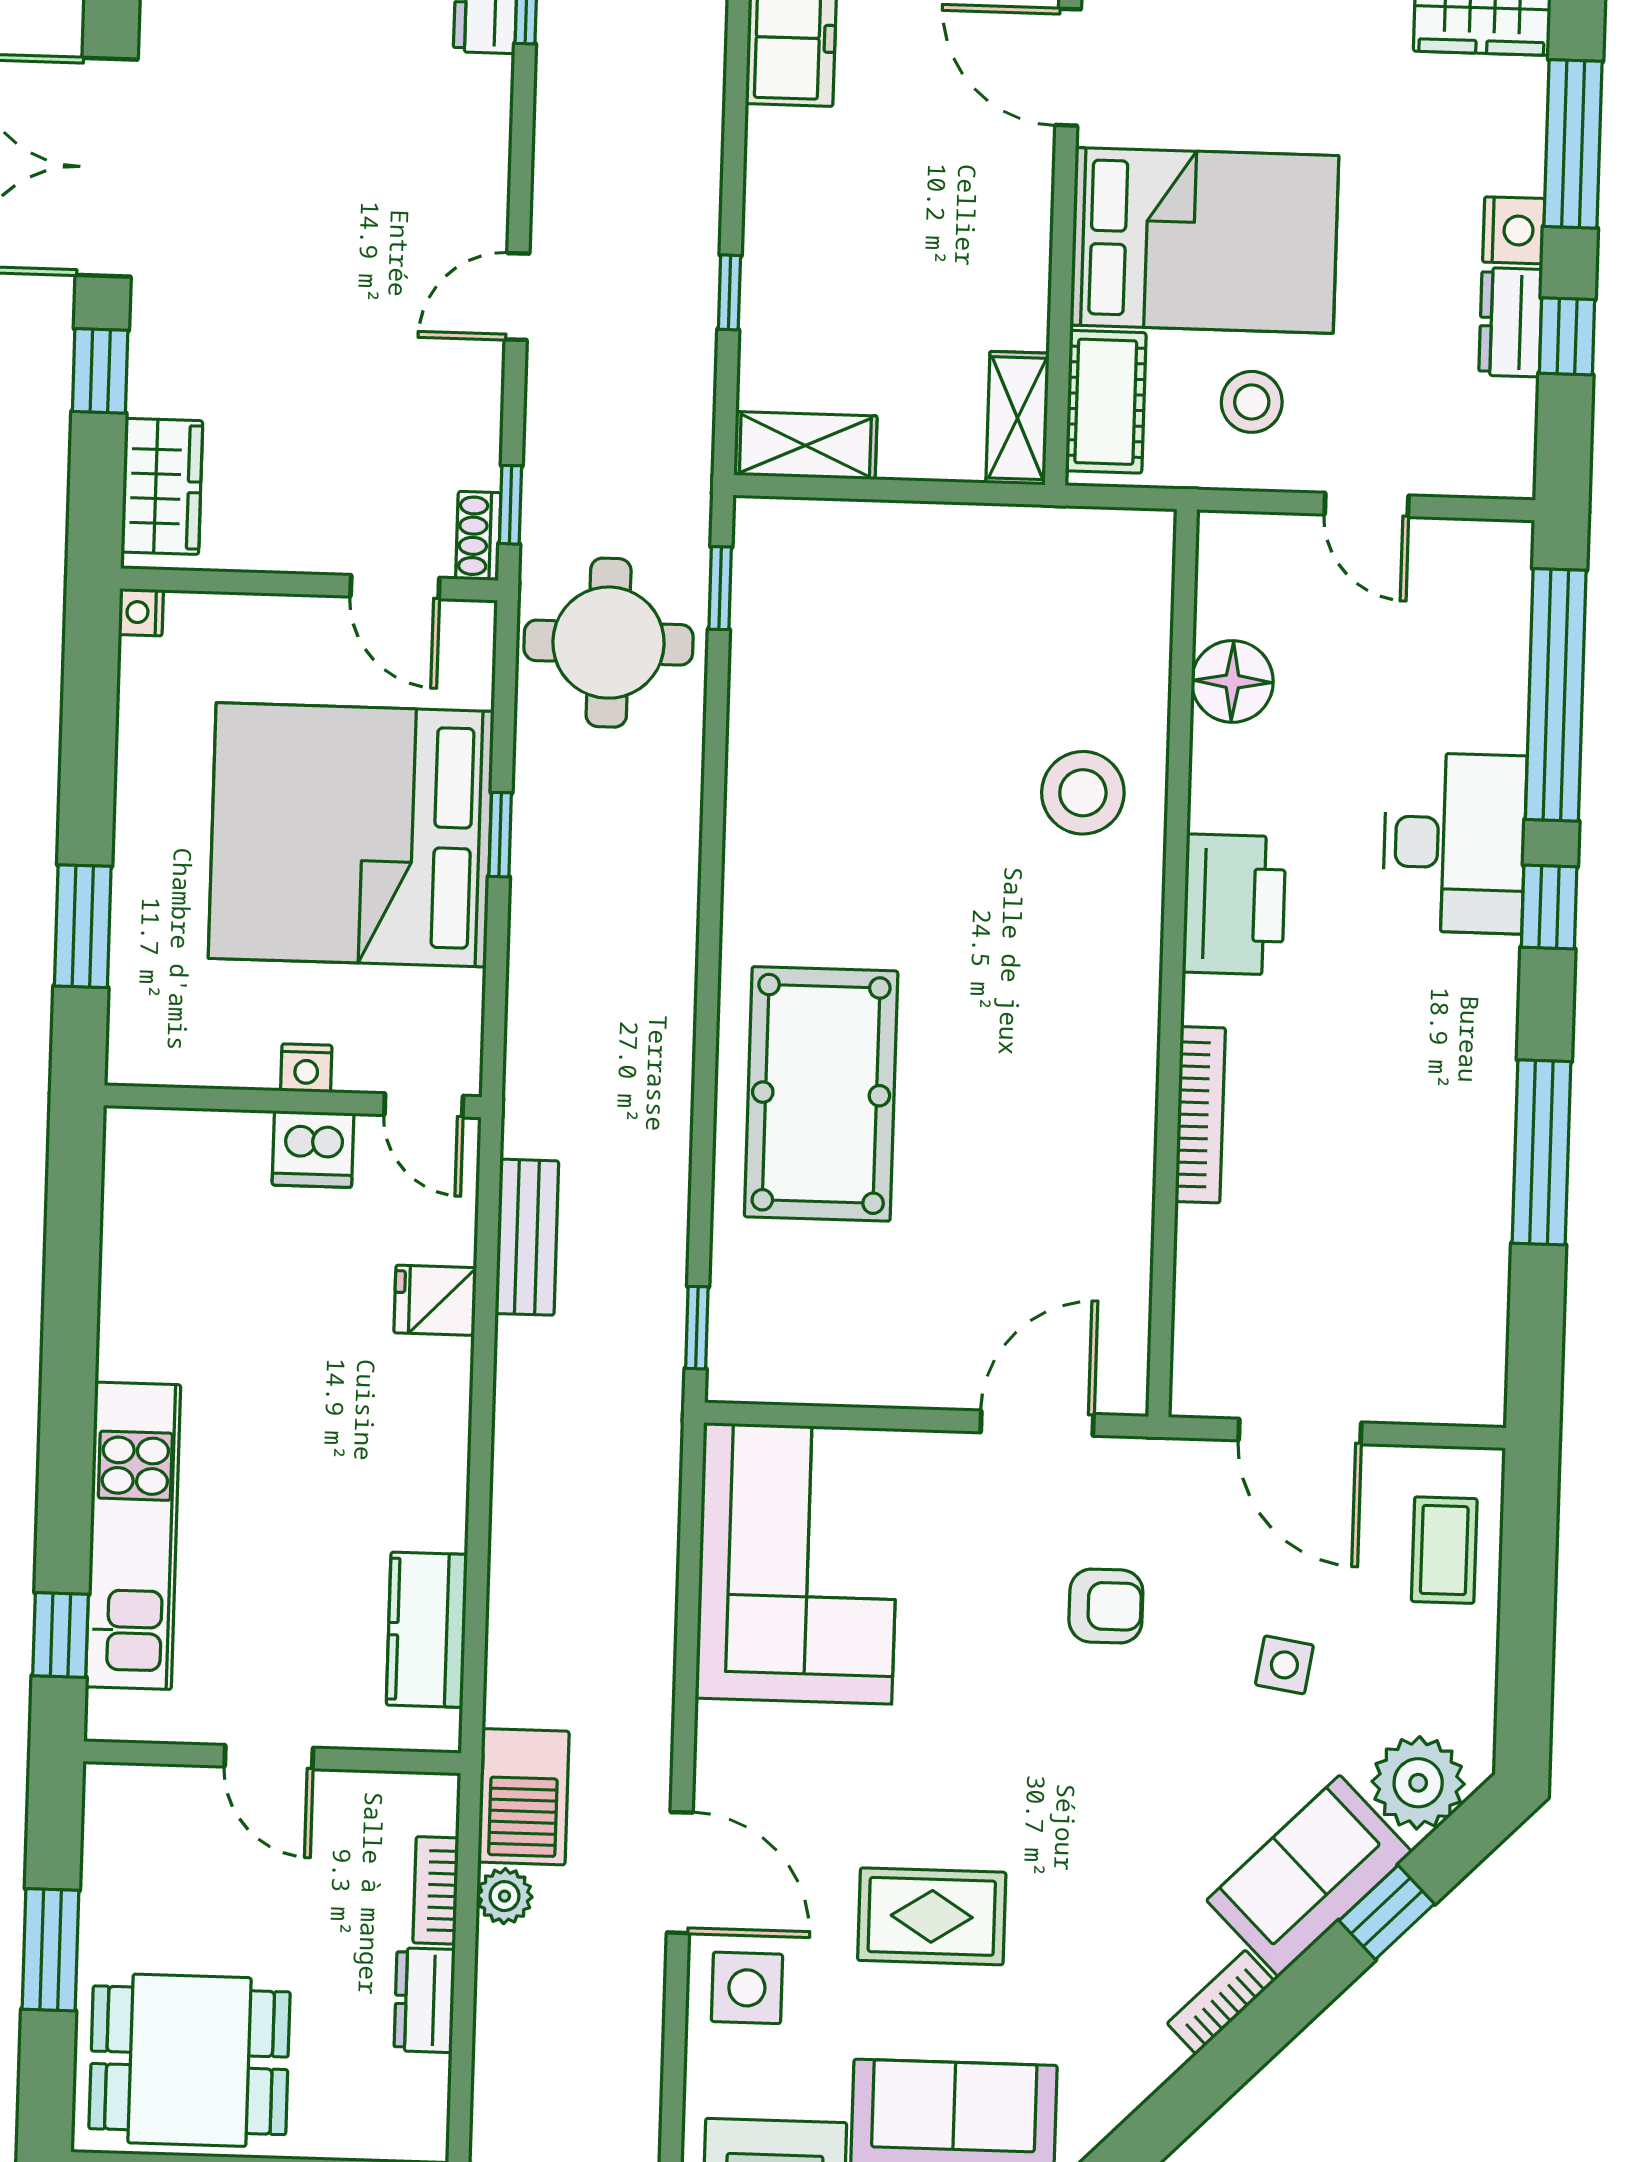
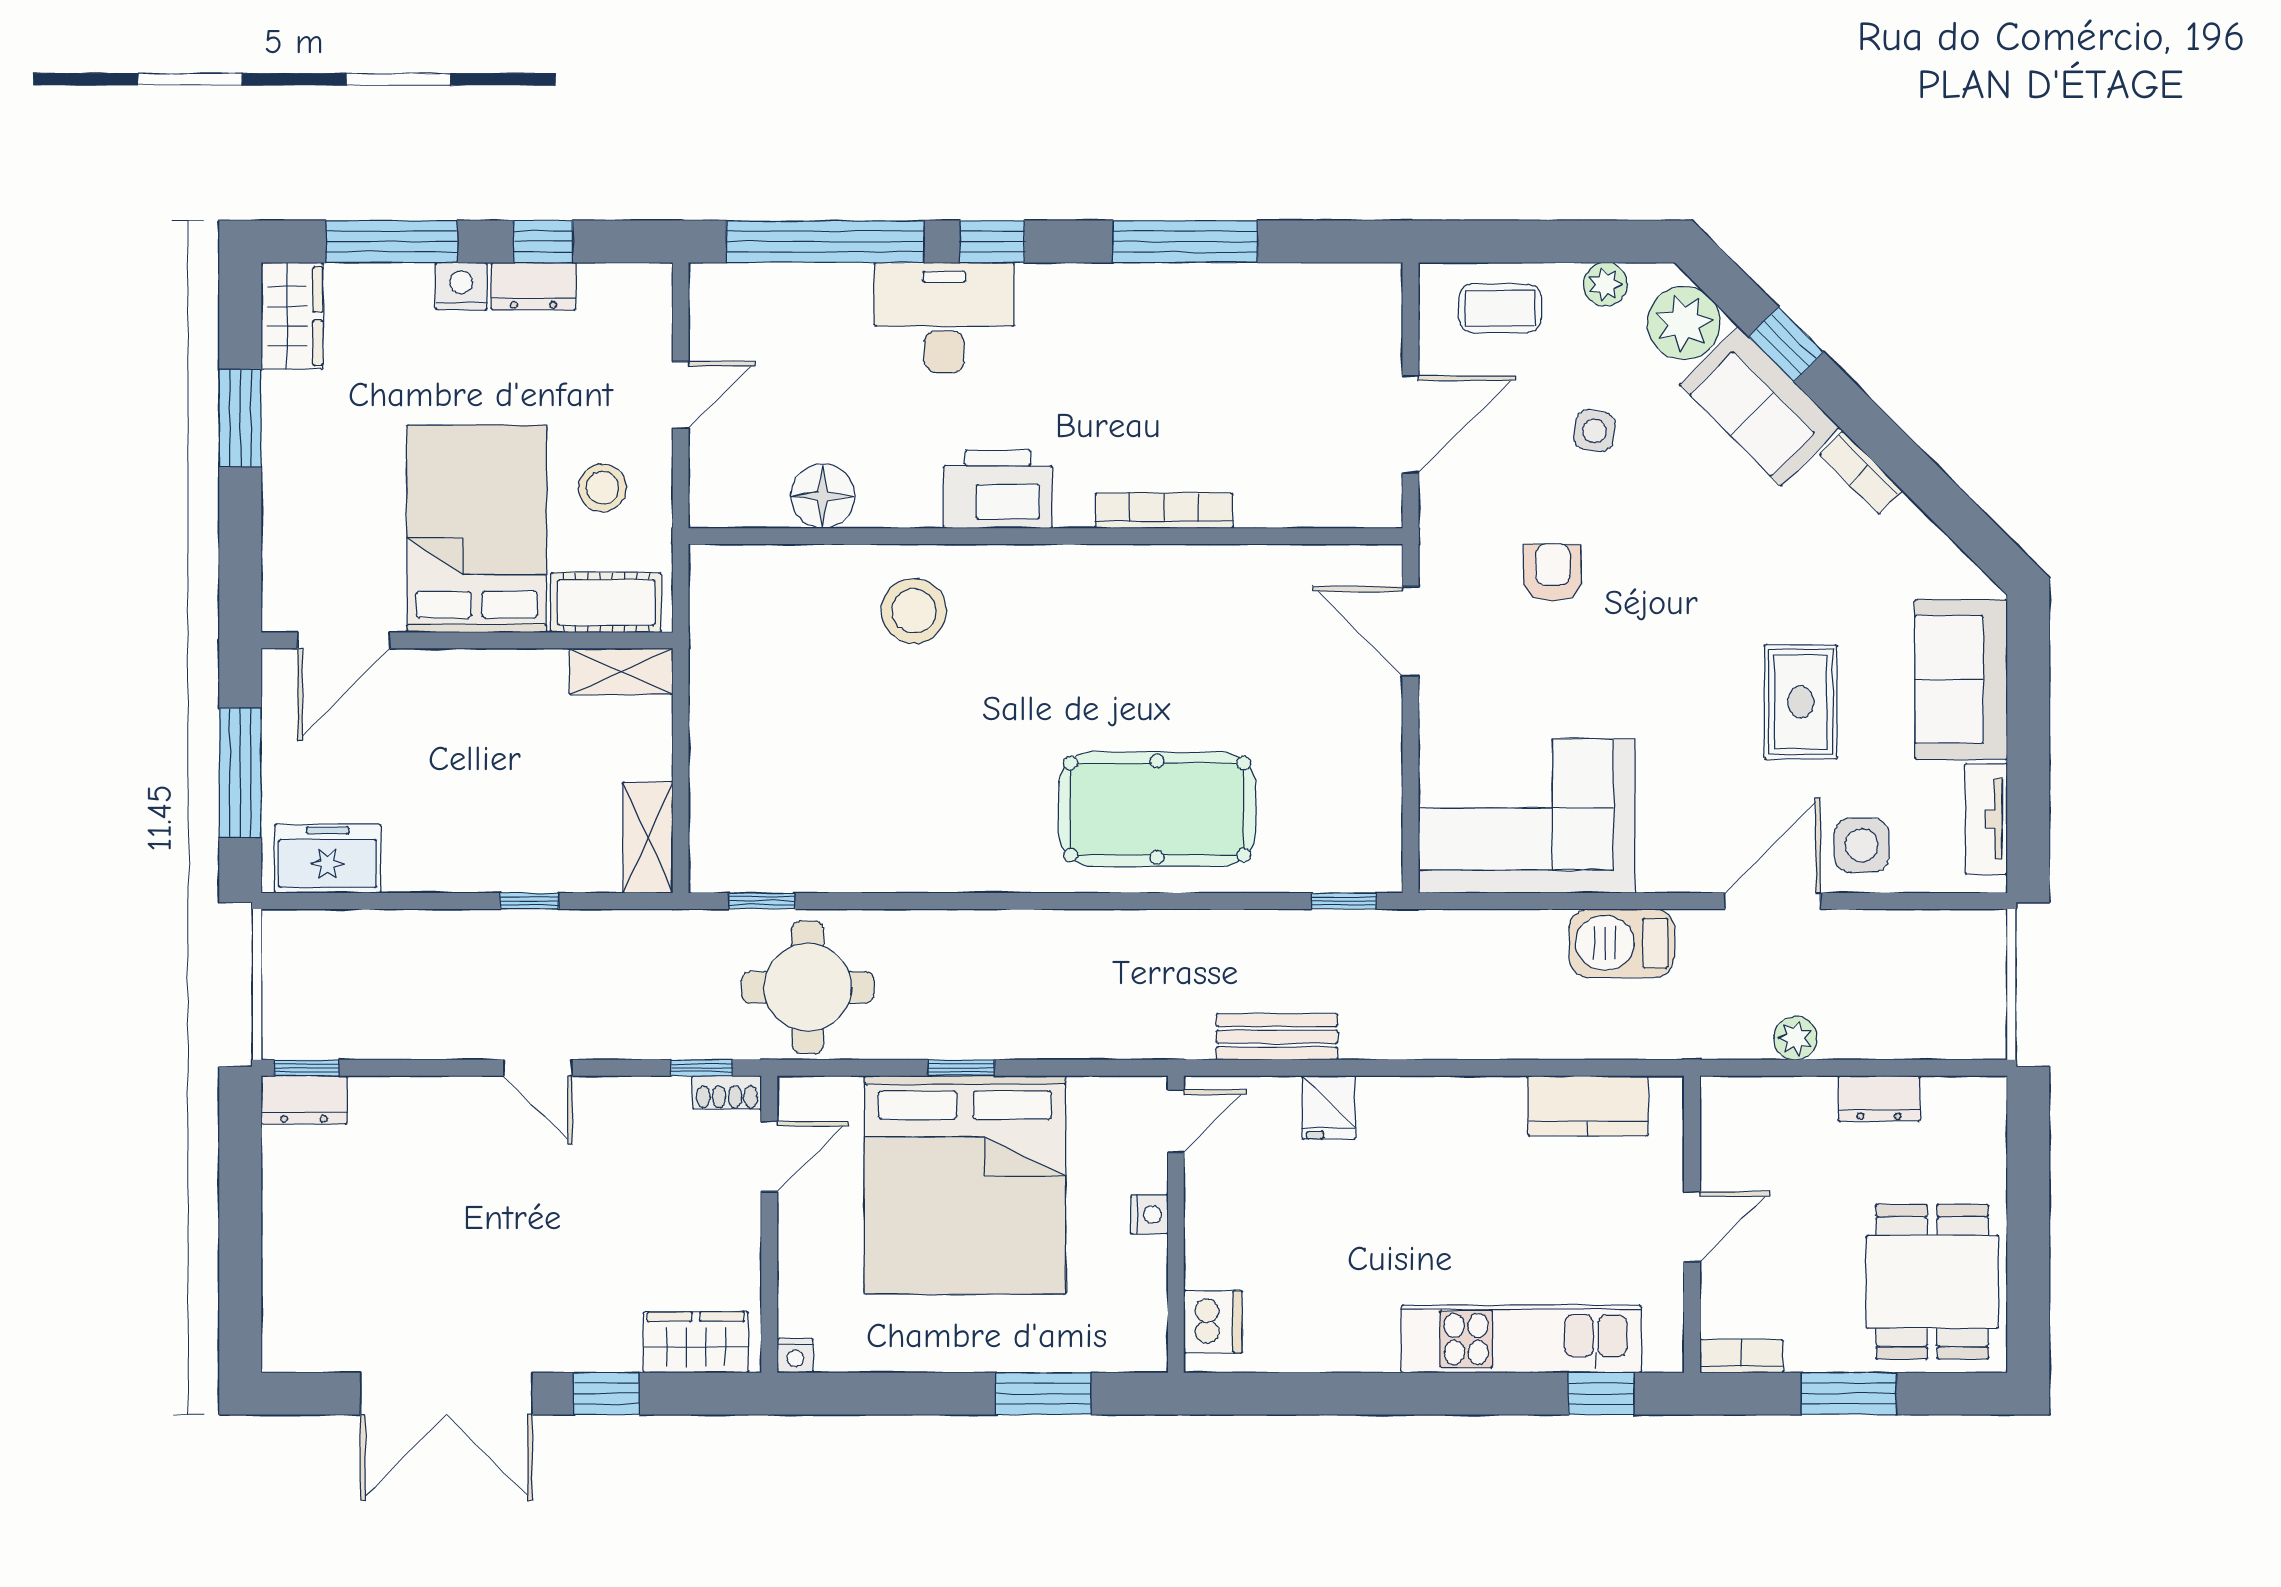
dishwasher: (313, 1149) -> (1213, 1322), moved
plant: (1470, 1685) -> (1605, 284), added
barbecue: (523, 1797) -> (1622, 943), moved, turned 180
bookcase: (436, 1890) -> (1742, 1356), moved, turned 180

